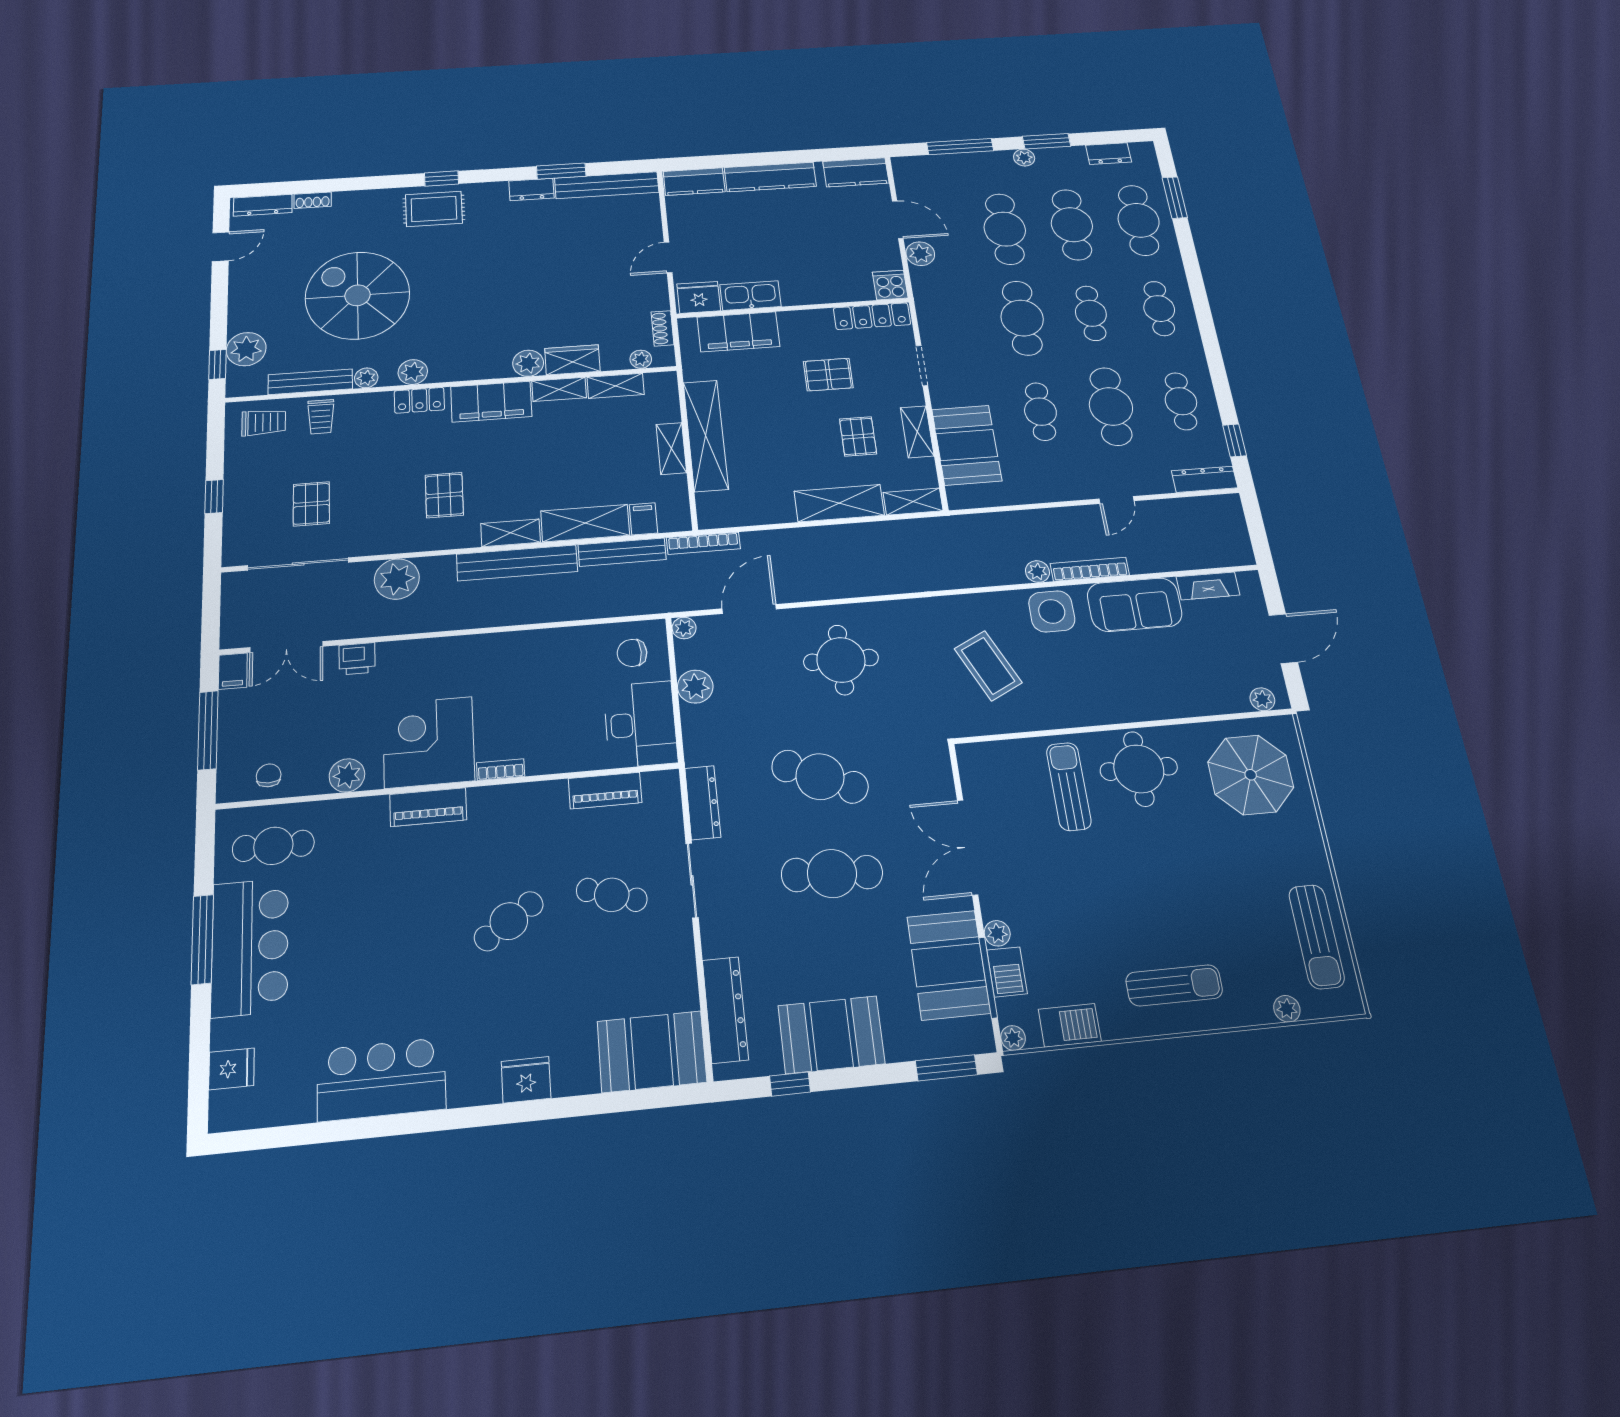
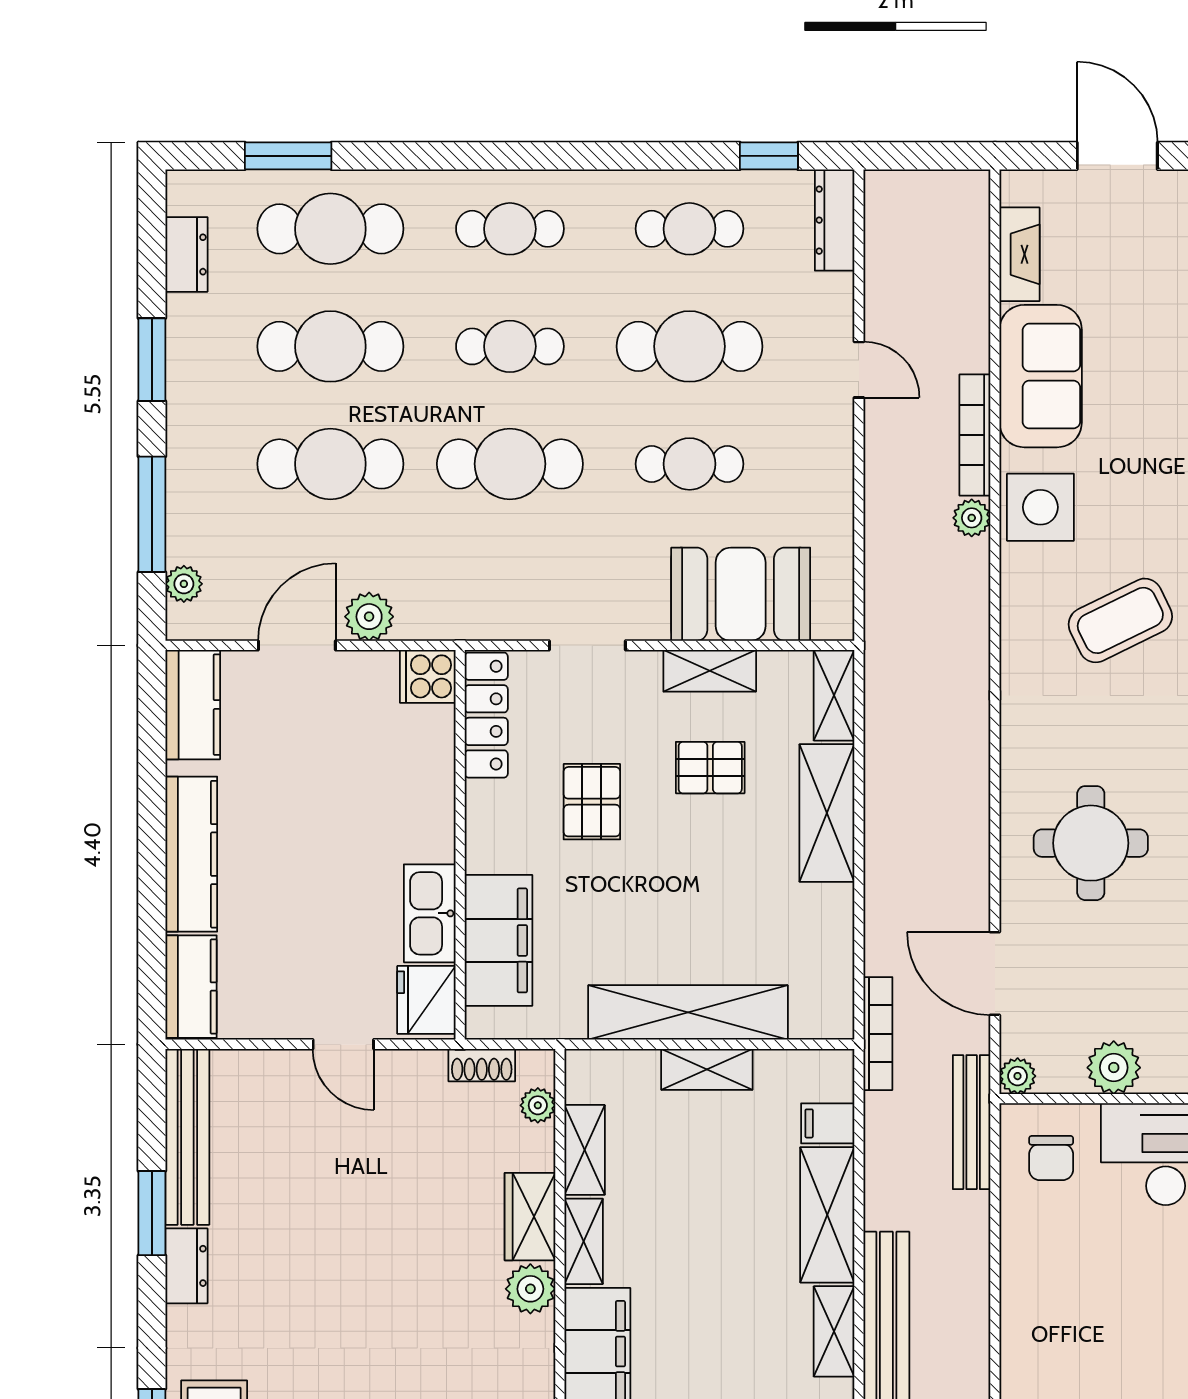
plant: (1024, 158) -> (184, 584), moved
bench: (622, 552) -> (972, 1122), moved

